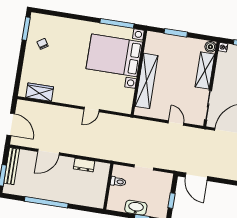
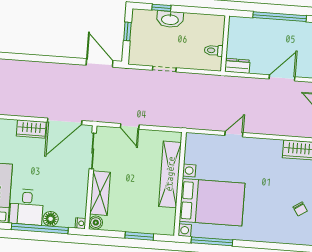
toilet: (118, 182) -> (214, 50), moved
wall: (108, 186) -> (225, 44), moved

